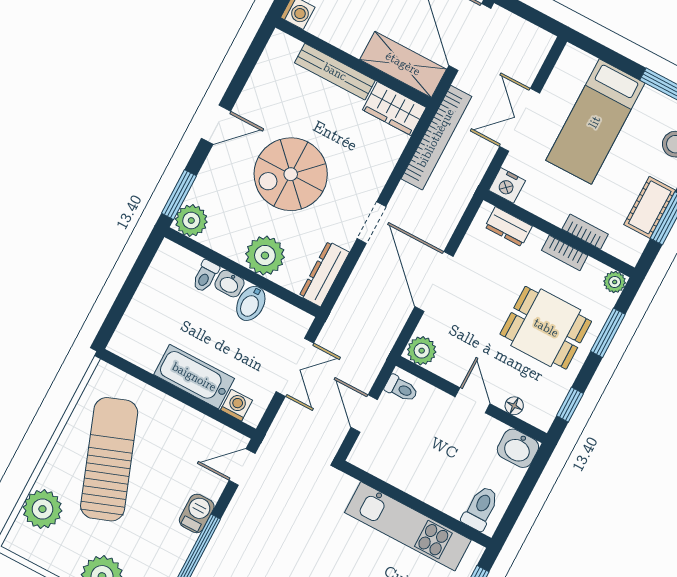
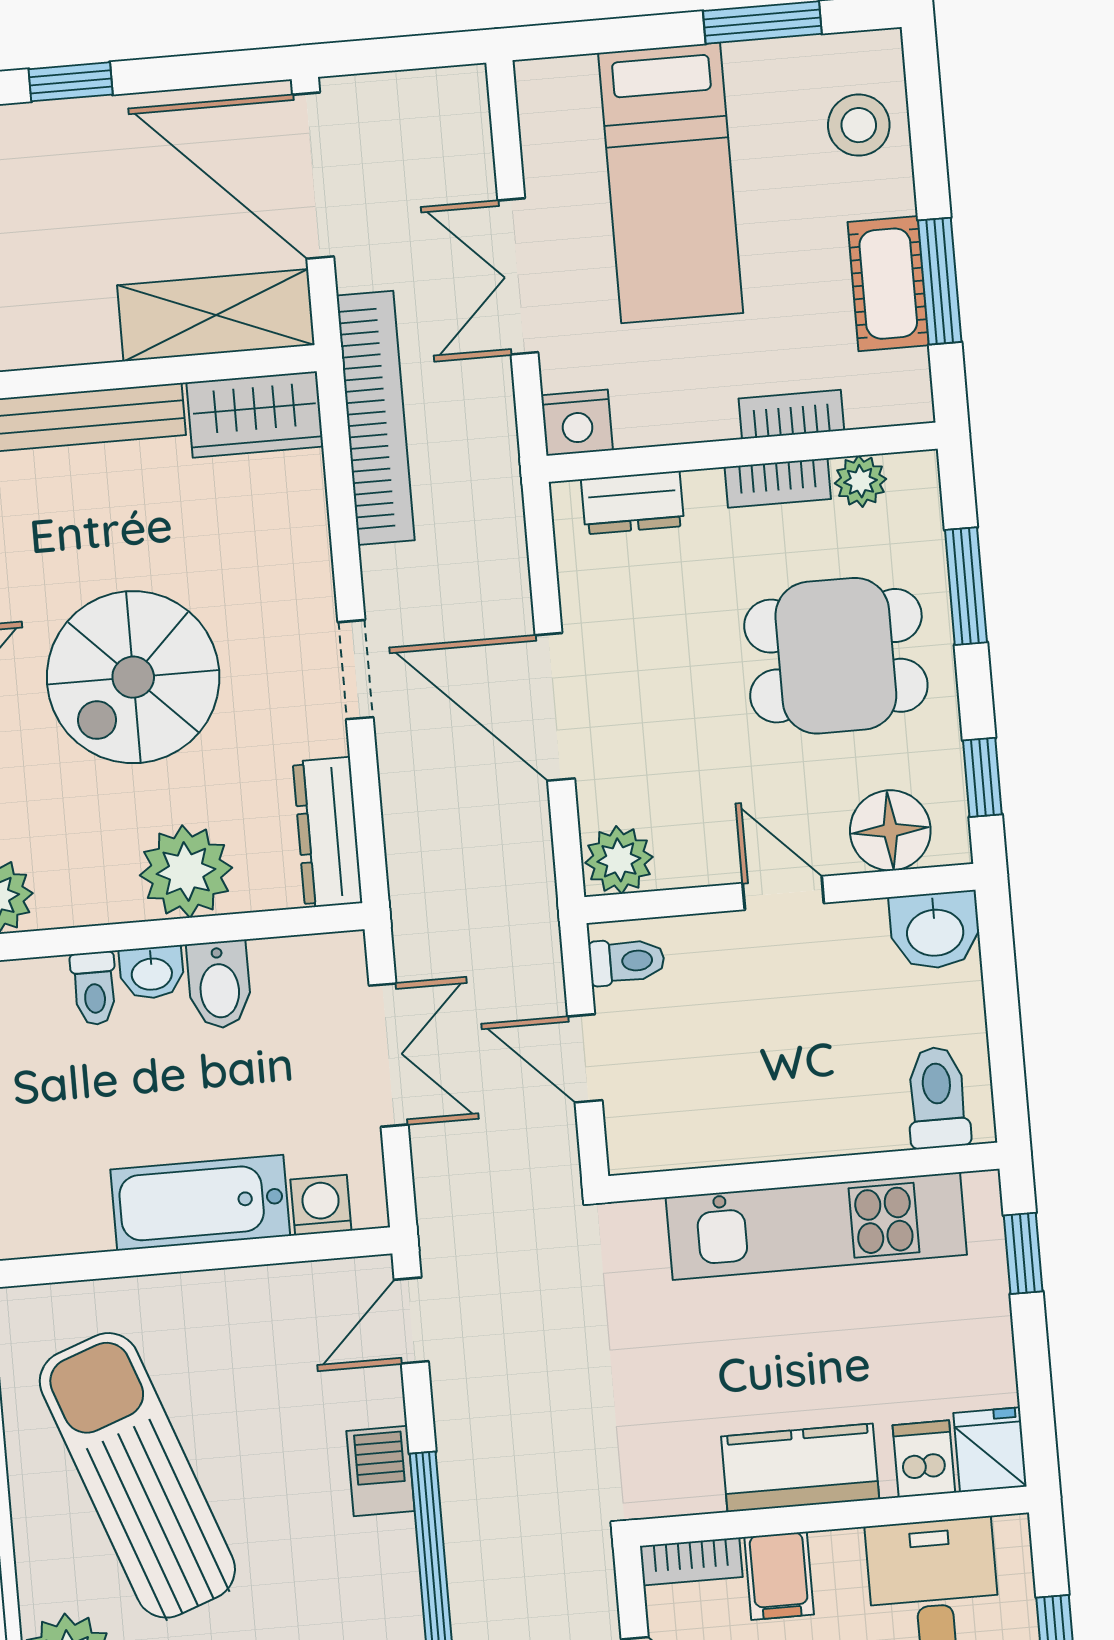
plant: (615, 282) -> (860, 481), moved
floor lamp: (514, 406) -> (890, 830), width x1.89, depth x1.89

